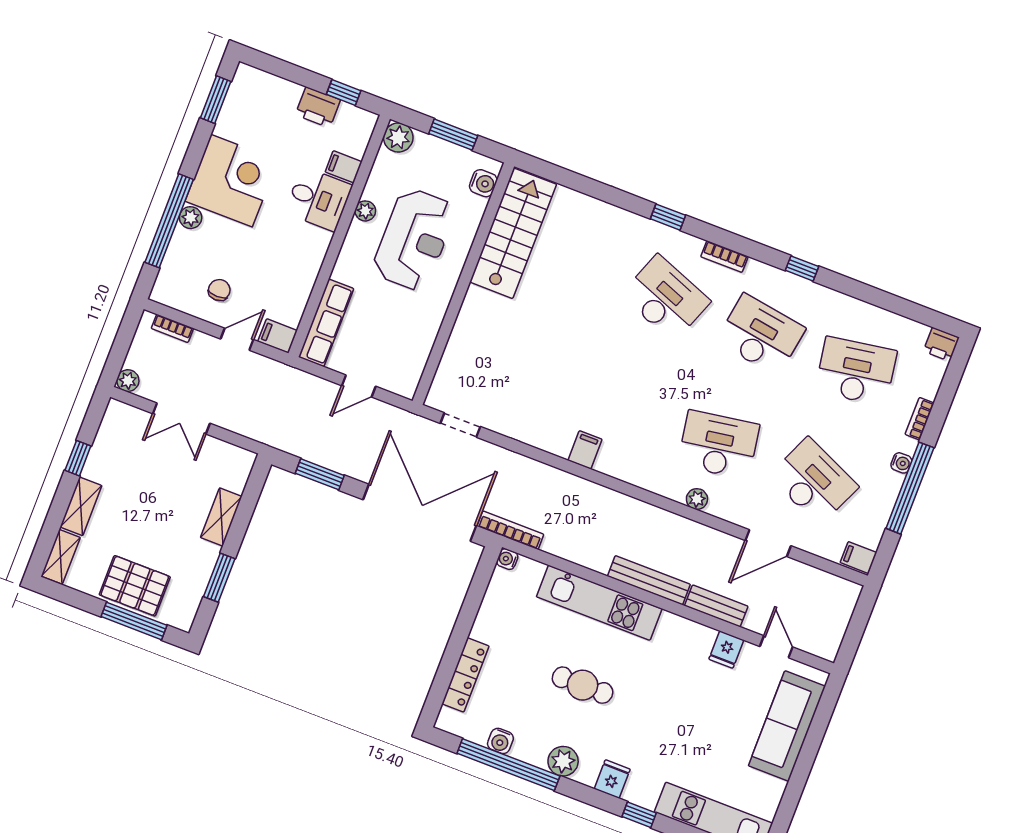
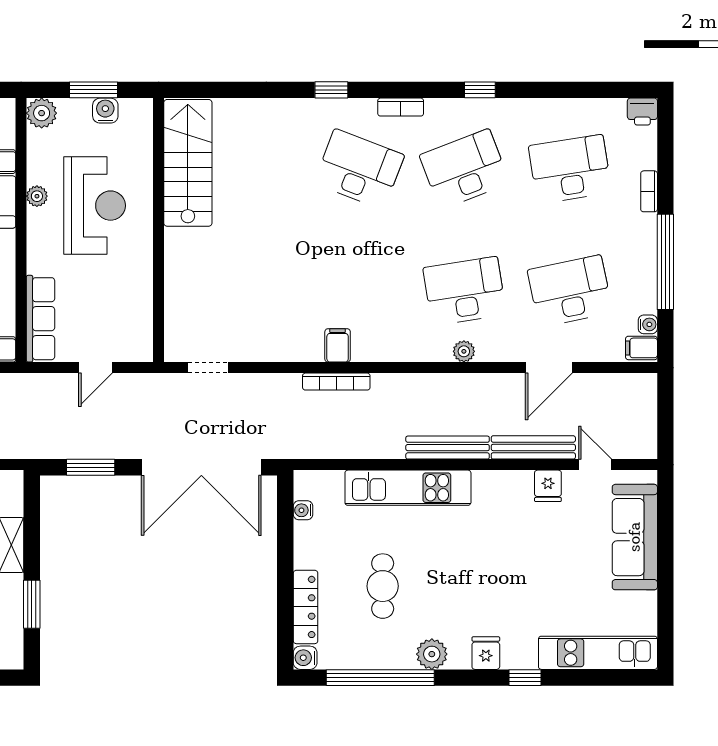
water cooler: (483, 183) -> (105, 111), moved, turned -90
desk: (761, 335) -> (465, 169), turned -30
water cooler: (901, 463) -> (648, 324), moved
desk: (814, 481) -> (570, 291), turned -36
double door: (420, 513) -> (201, 467), swing flipped
bookcase: (510, 530) -> (336, 382), moved, turned 180
water cooler: (507, 559) -> (303, 510), moved
bench: (716, 606) -> (533, 447), width x1.36
cafe table: (583, 685) -> (383, 586), moved, turned 90
water cooler: (500, 741) -> (305, 658), moved, turned 90

